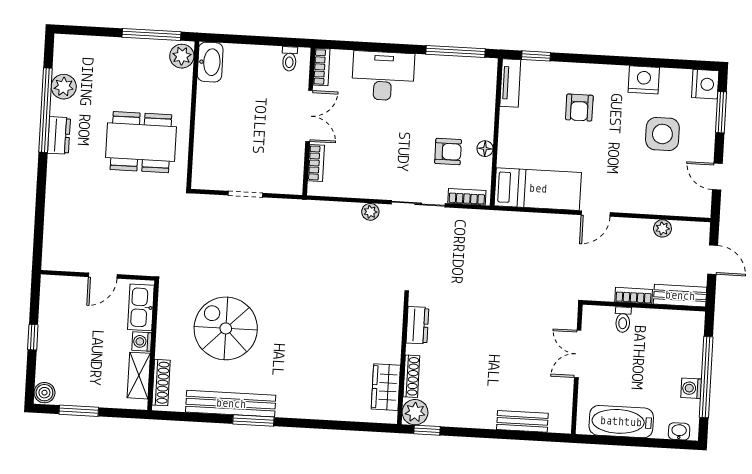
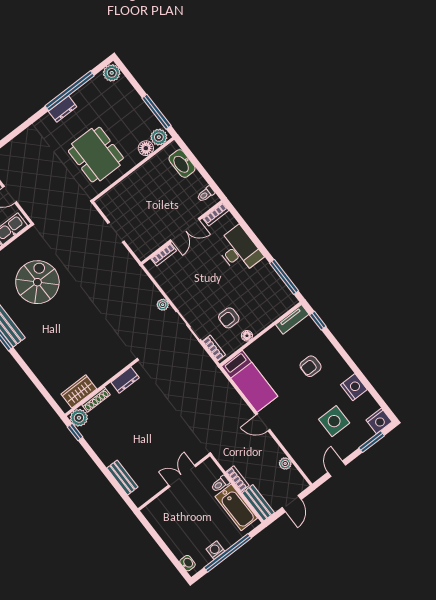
washbasin: (210, 62) -> (182, 164), moved, turned 90
floor lamp: (182, 81) -> (146, 148), added
plant: (64, 87) -> (112, 73), moved
armchair: (448, 152) -> (229, 318), turned 90
bathtub: (621, 422) -> (236, 507), moved, turned 180

